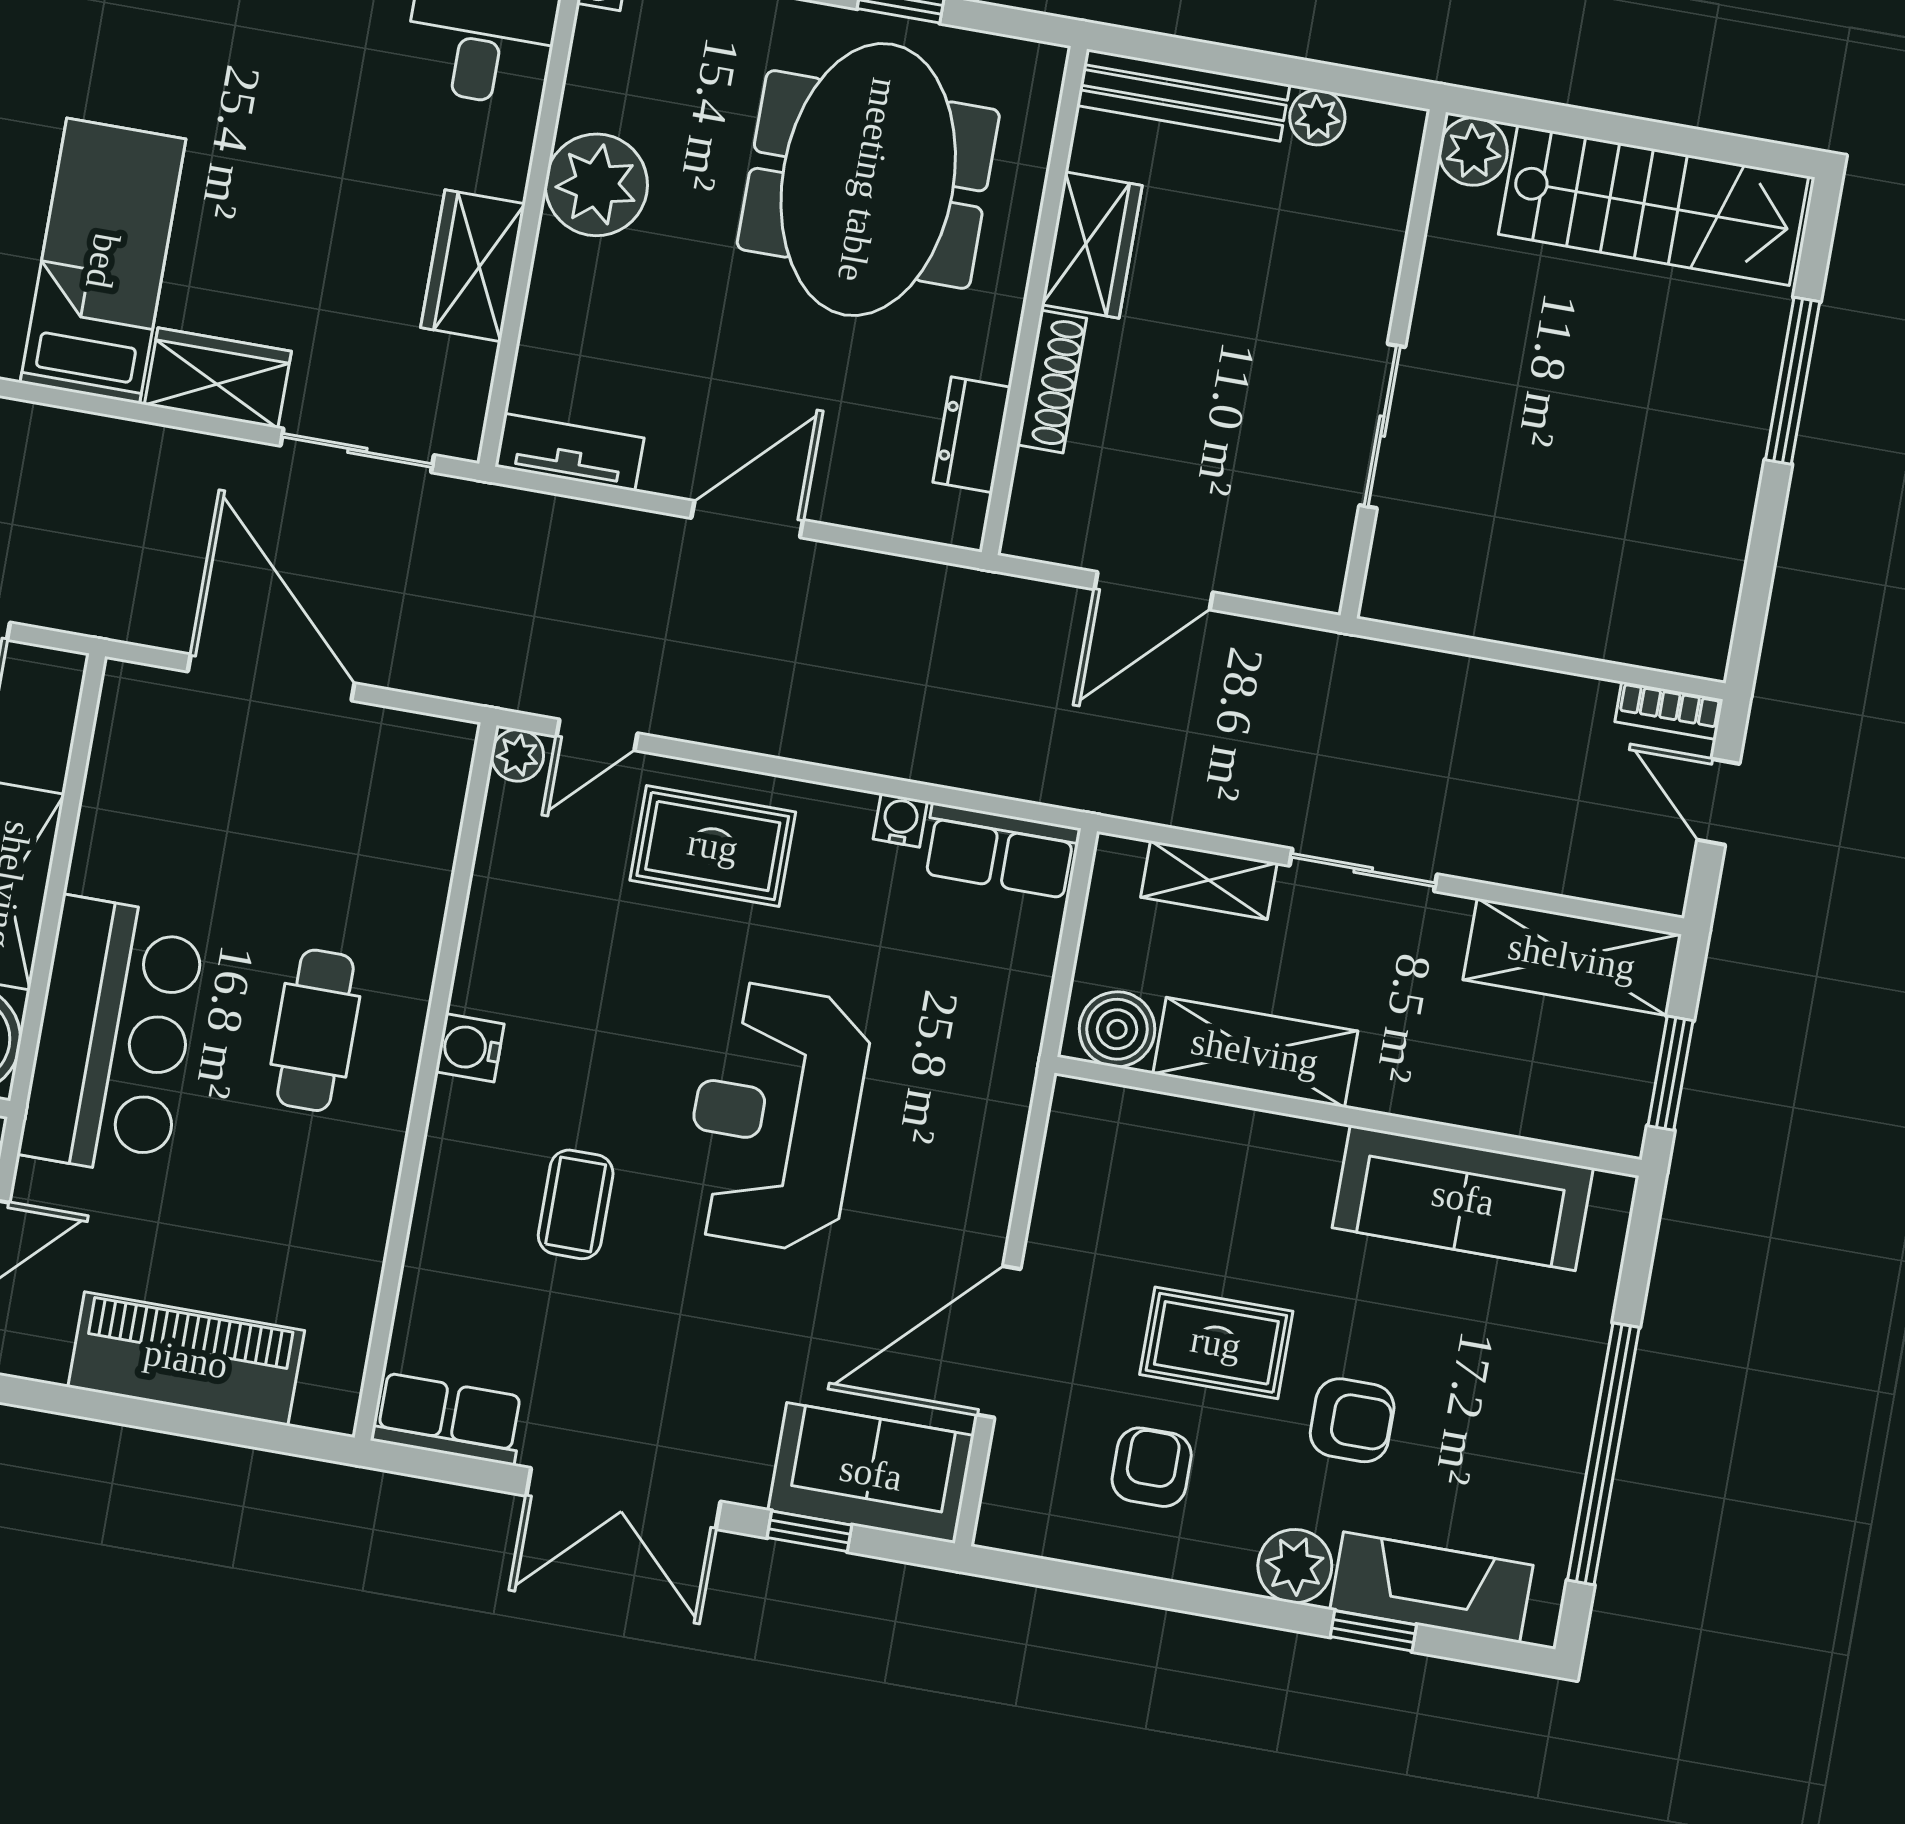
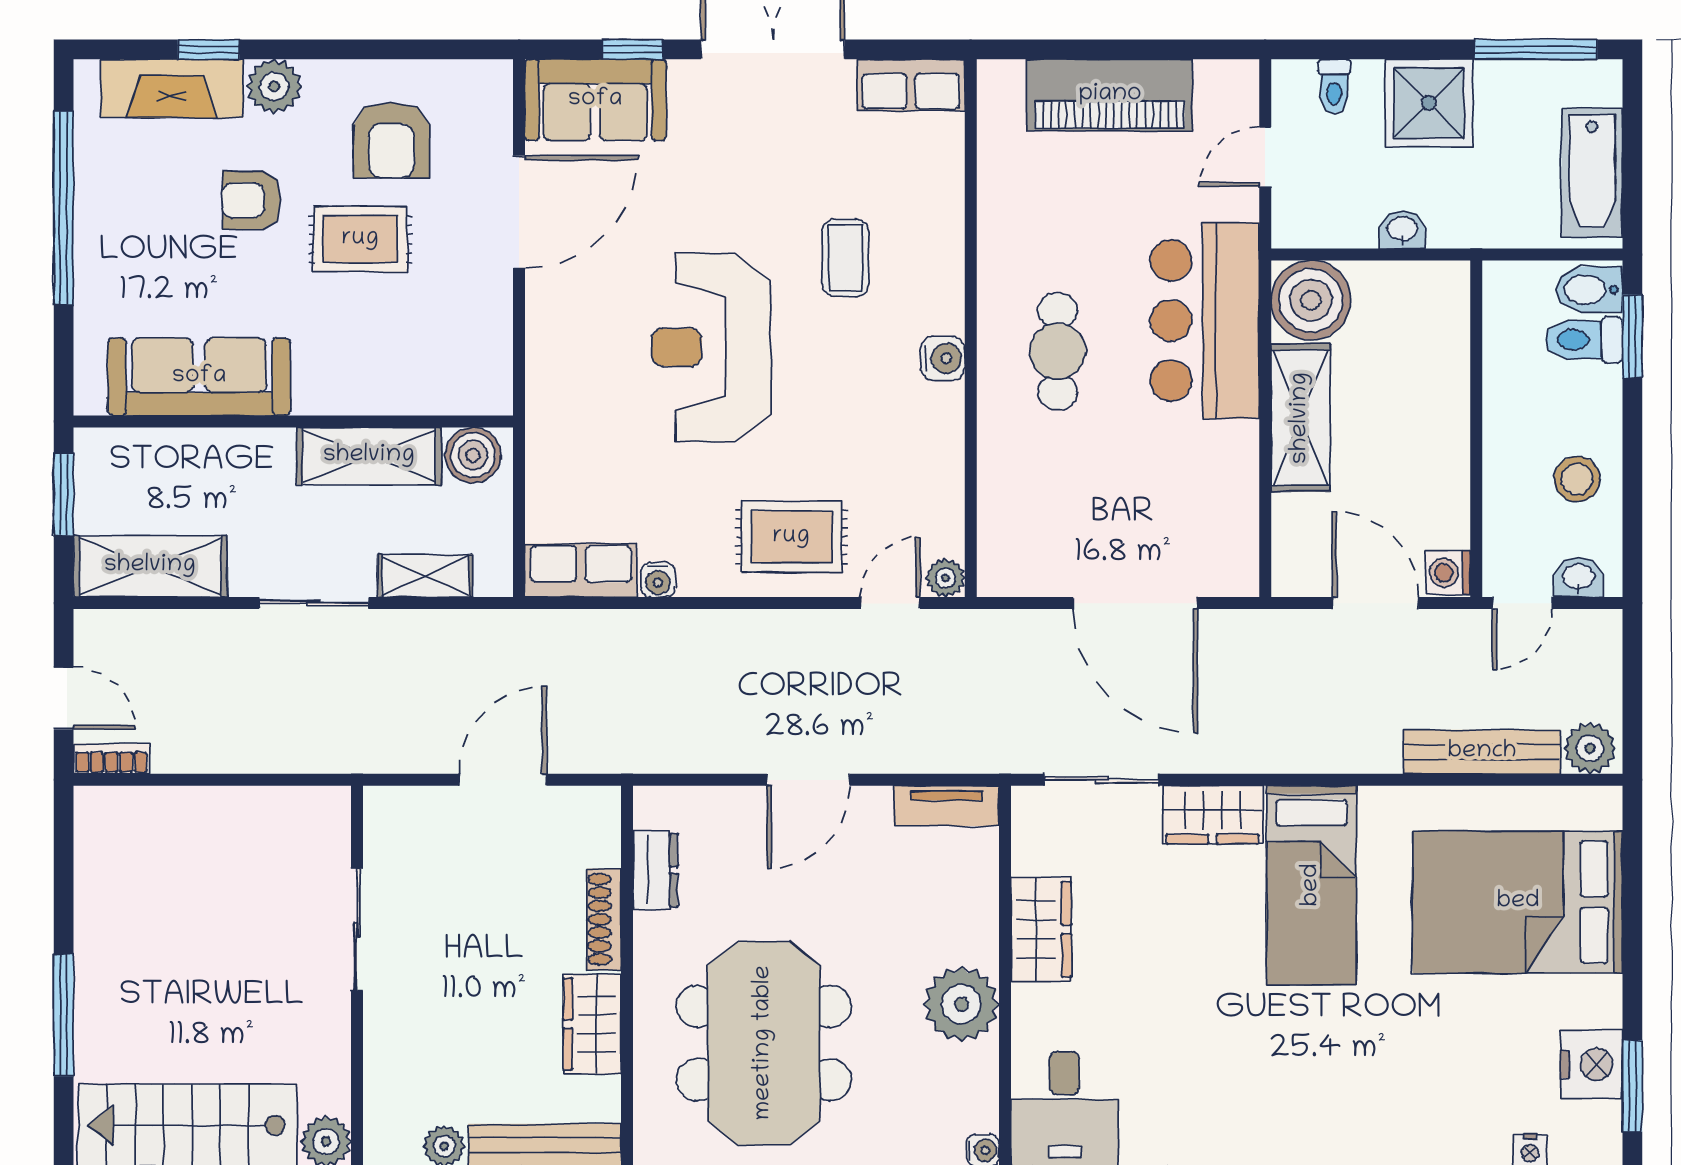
reception desk: (775, 1117) -> (711, 347), turned 180
armchair: (1152, 1467) -> (391, 140), width x1.38, depth x1.38

